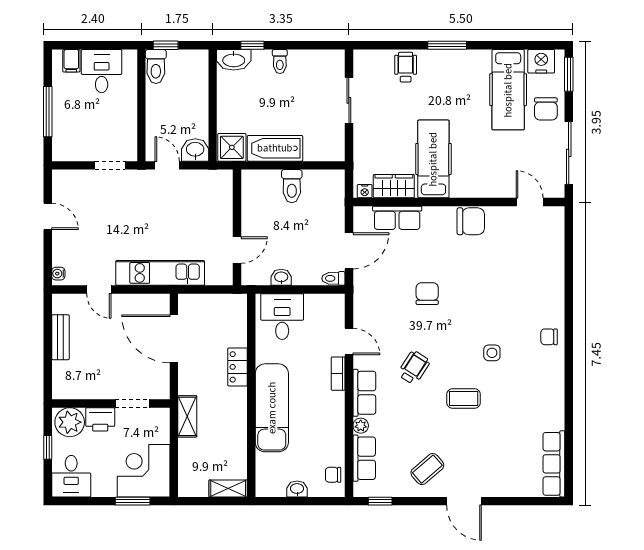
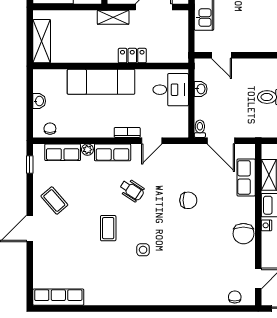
nightstand: (365, 191) -> (266, 225), moved
chair: (549, 337) -> (235, 297), moved
shelving: (187, 416) -> (113, 17), moved
shelving: (228, 489) -> (42, 41), width x1.50, depth x1.33

